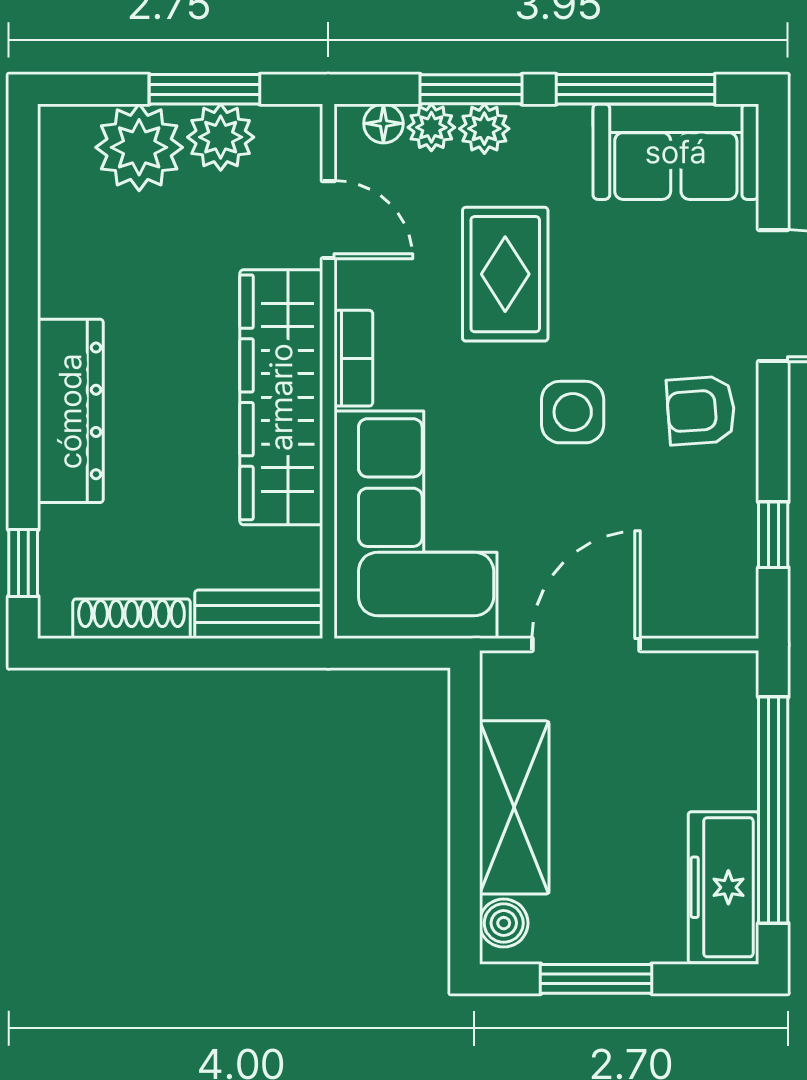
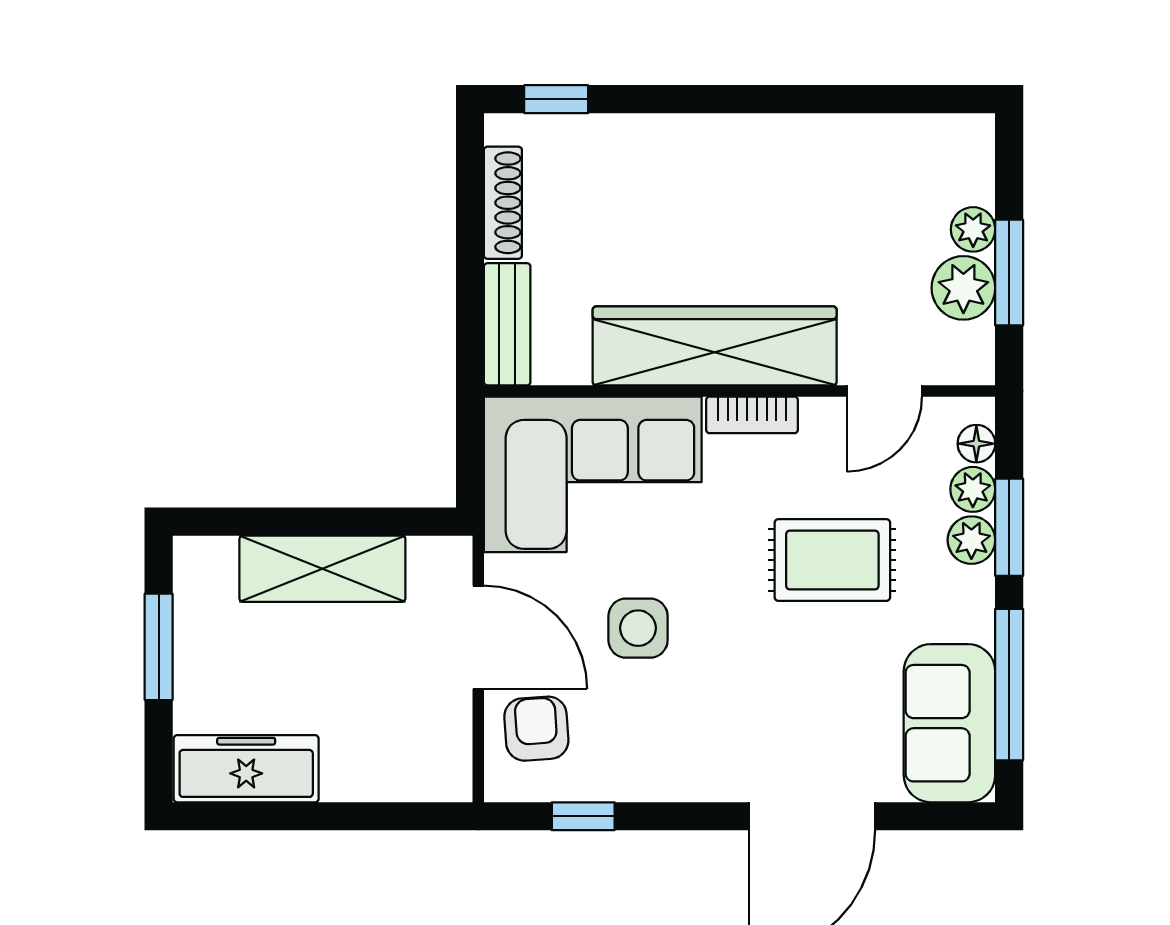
plant: (139, 147) -> (973, 229), width x0.53, depth x0.53
armchair: (701, 410) -> (536, 729), moved
dresser: (70, 411) -> (702, 144), removed
side table: (573, 412) -> (638, 628), moved
window: (773, 810) -> (320, 816), removed
boiler: (504, 923) -> (212, 559), removed

